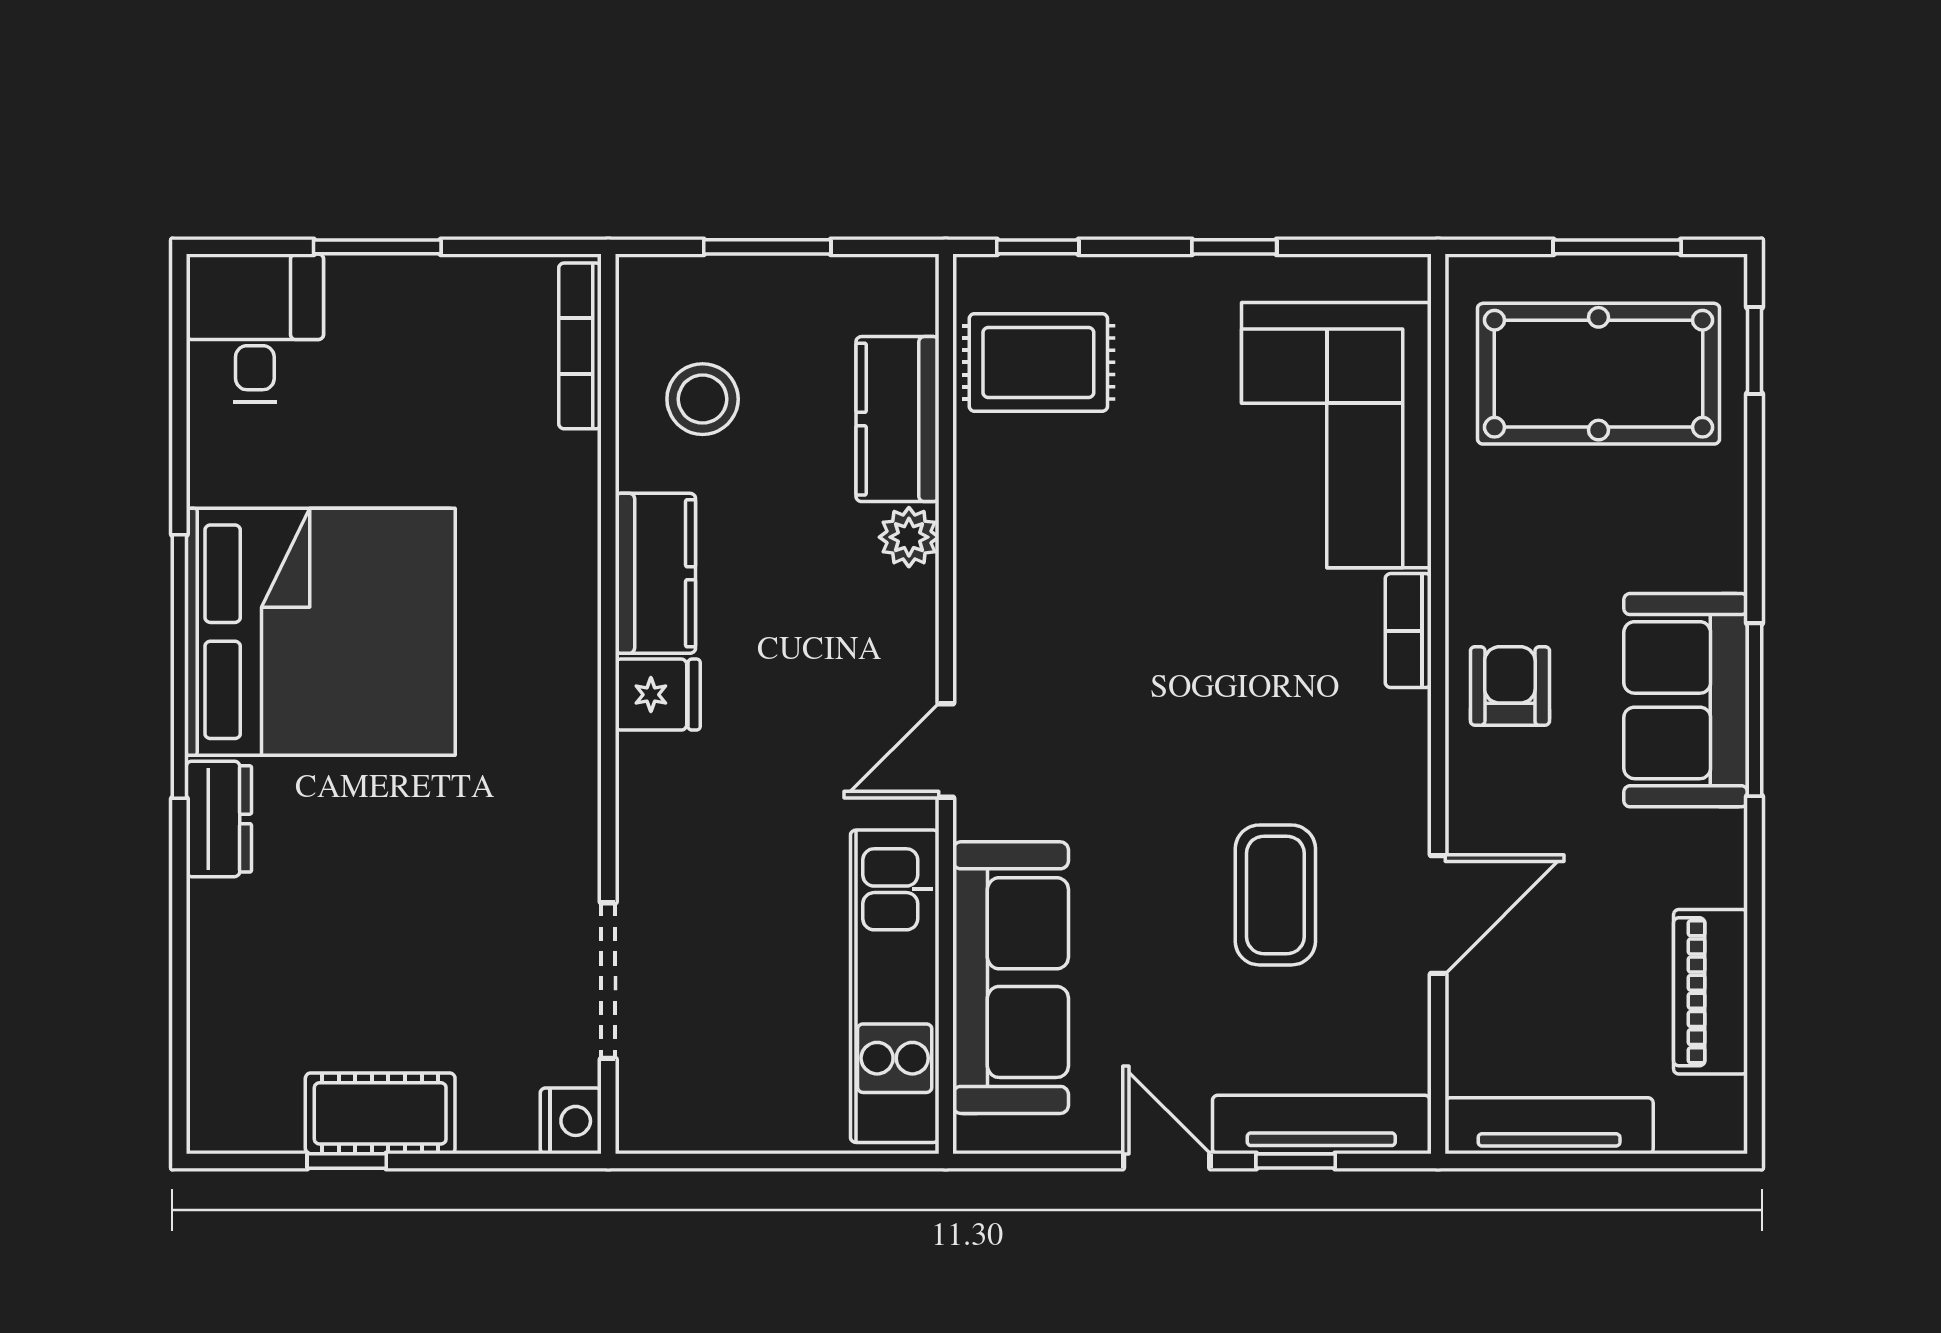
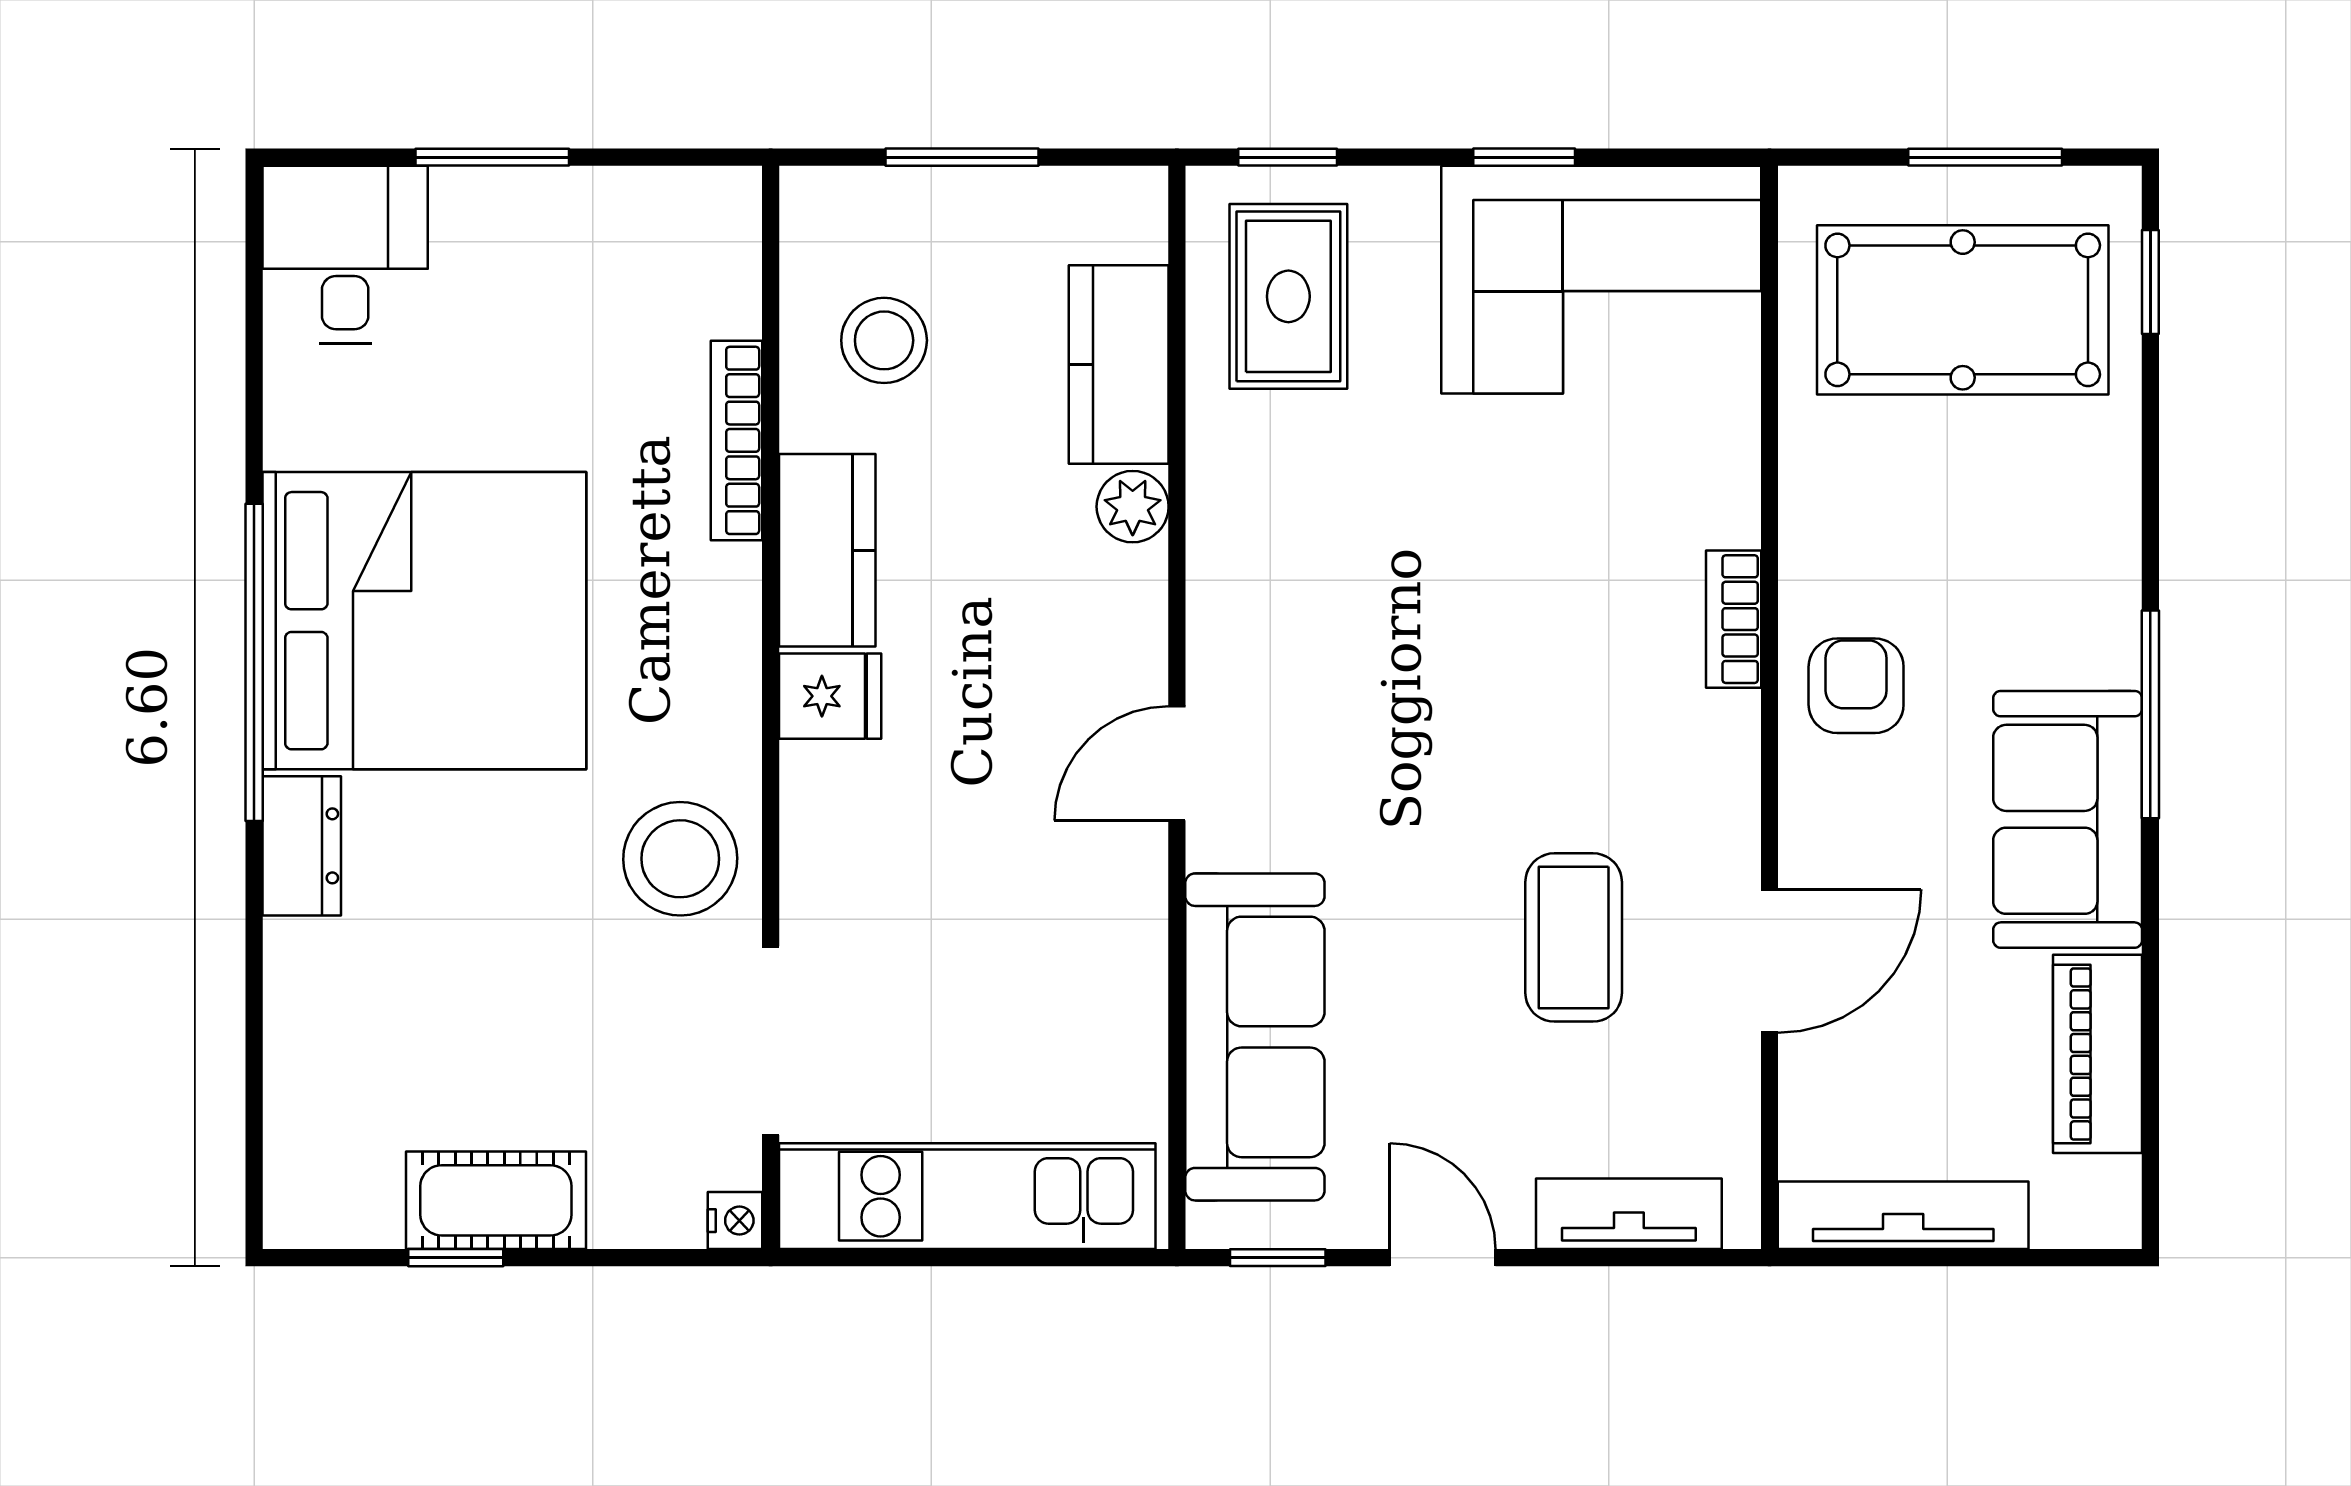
bookcase: (580, 346) -> (737, 440), moved
rug: (1038, 362) -> (1288, 296), turned 90
corner sofa: (1336, 435) -> (1601, 280), moved, turned -90
sofa: (1686, 700) -> (2068, 819), moved
stool: (533, 830) -> (680, 859), added
kitchen unit: (895, 986) -> (967, 1196), moved, turned 90
nightstand: (571, 1121) -> (735, 1221), width x0.72, depth x0.74
tv unit: (1321, 1125) -> (1629, 1214), width x0.71
window: (1296, 1161) -> (1278, 1258), moved

